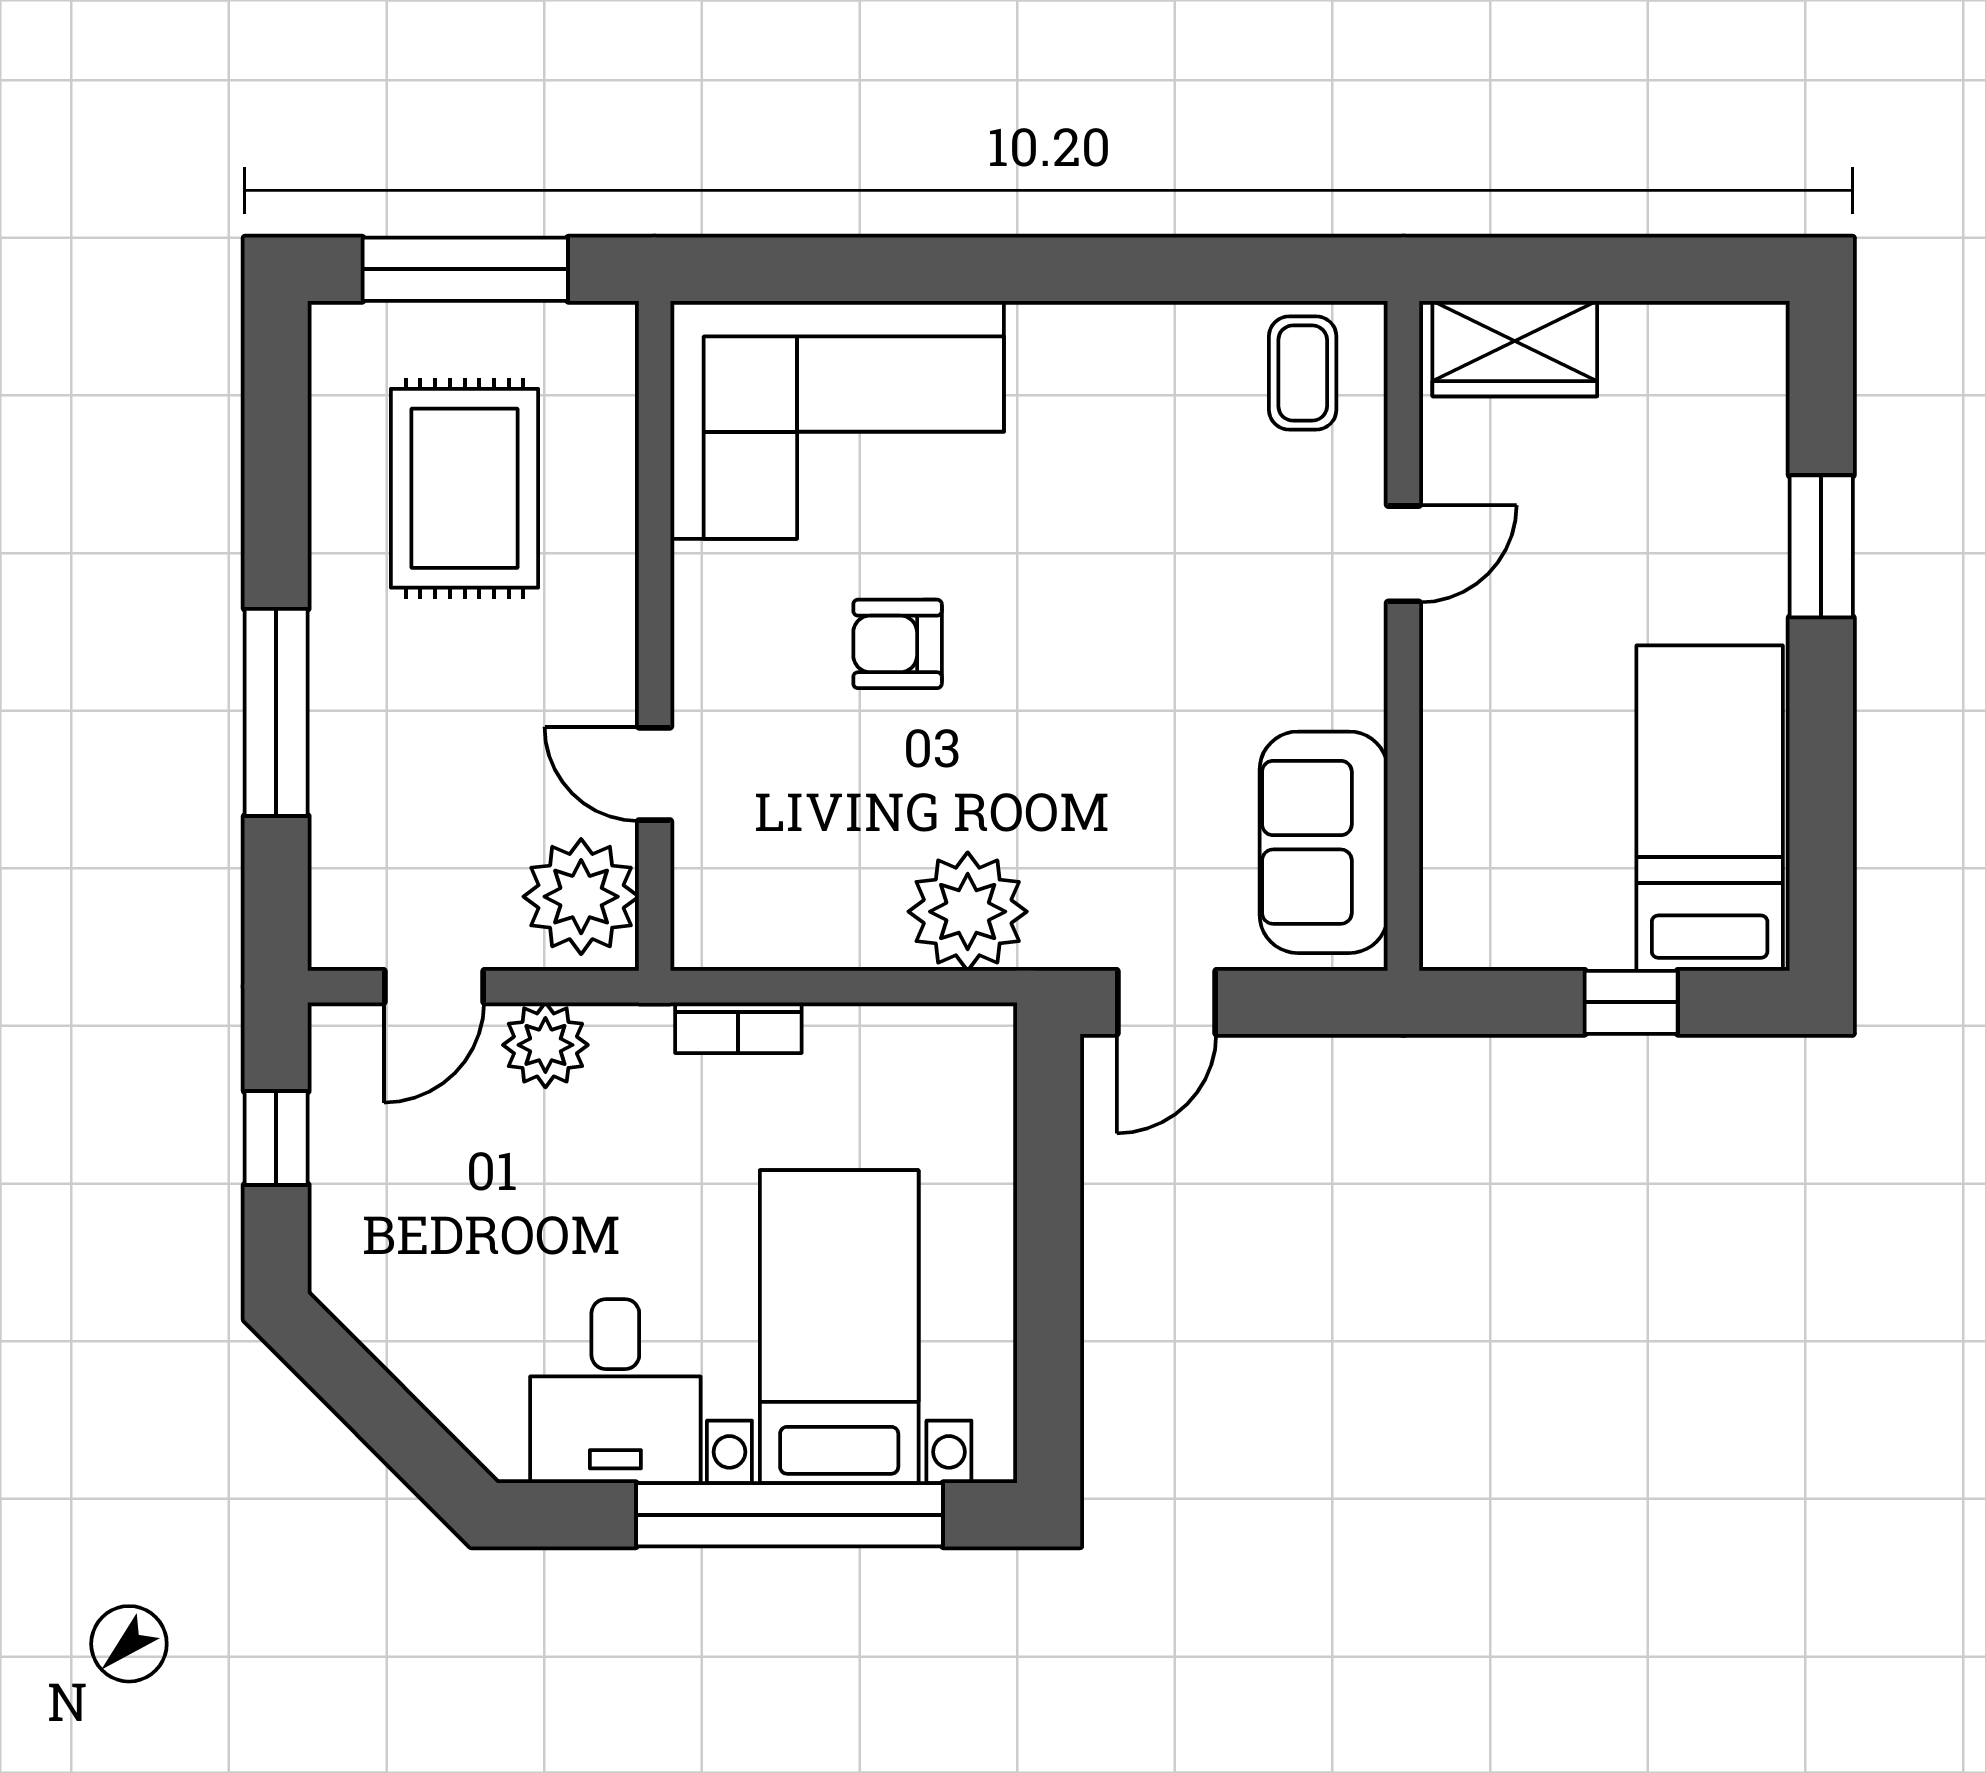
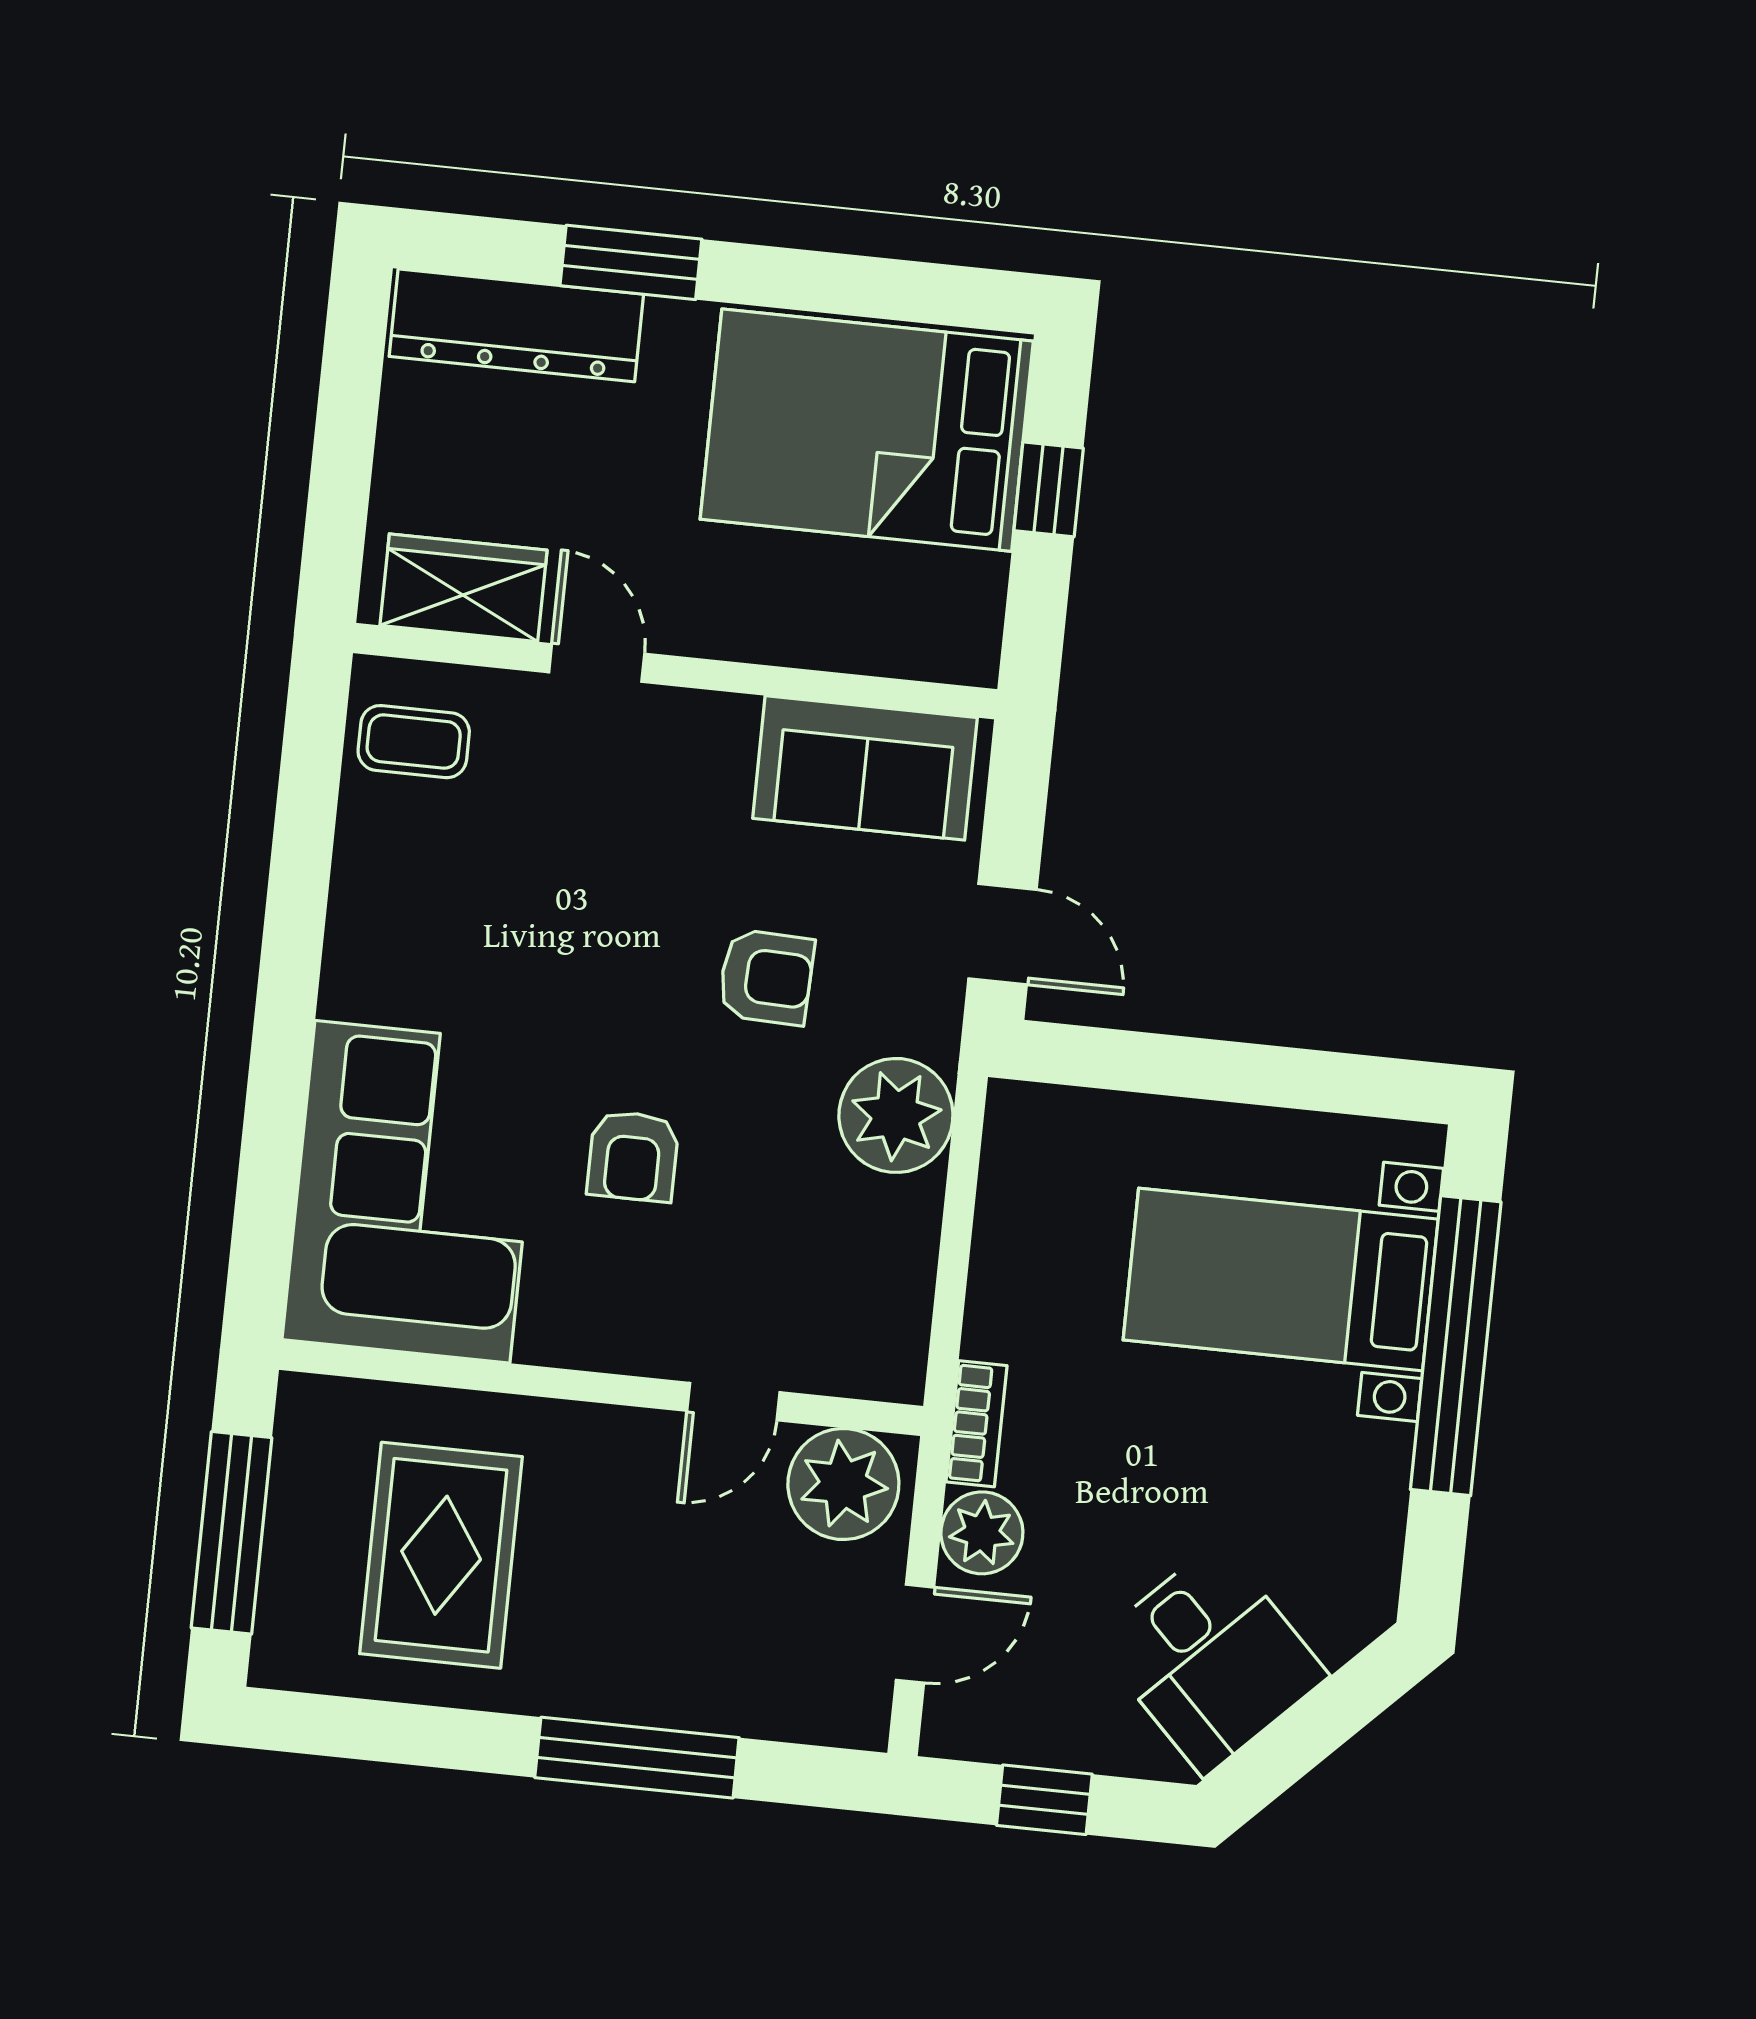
wardrobe: (1515, 349) -> (463, 588), moved, turned -90
dresser: (1744, 435) -> (516, 325), added
rug: (465, 488) -> (441, 1555), turned 90
armchair: (1097, 763) -> (766, 977), added
bed: (1710, 808) -> (867, 430), width x1.50
door: (434, 987) -> (915, 1634), hinge flipped
bookcase: (738, 1028) -> (977, 1424), moved
desk: (615, 1391) -> (1211, 1659), moved, turned 45

